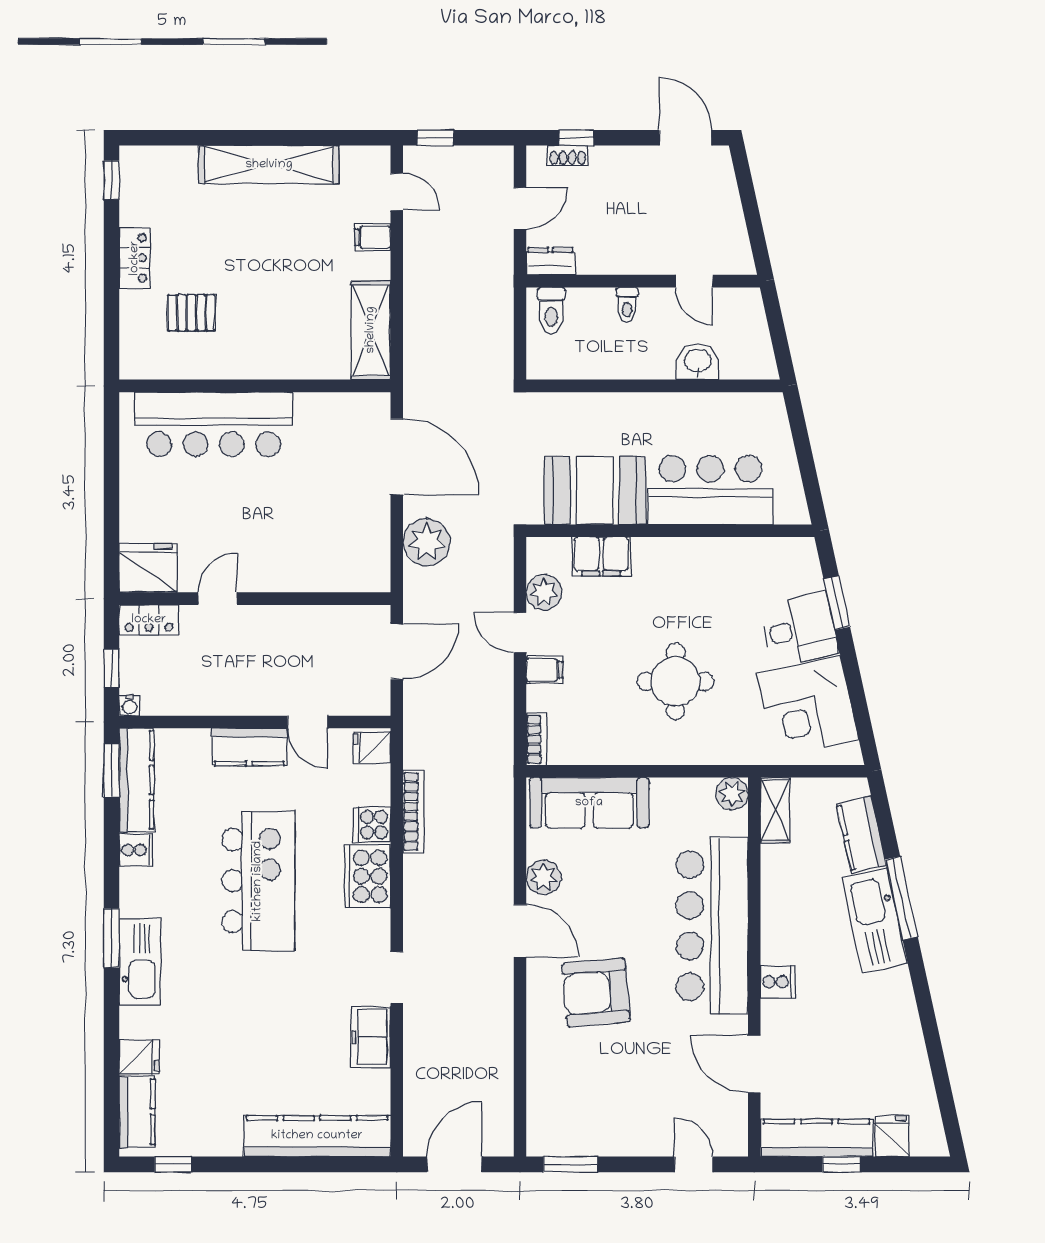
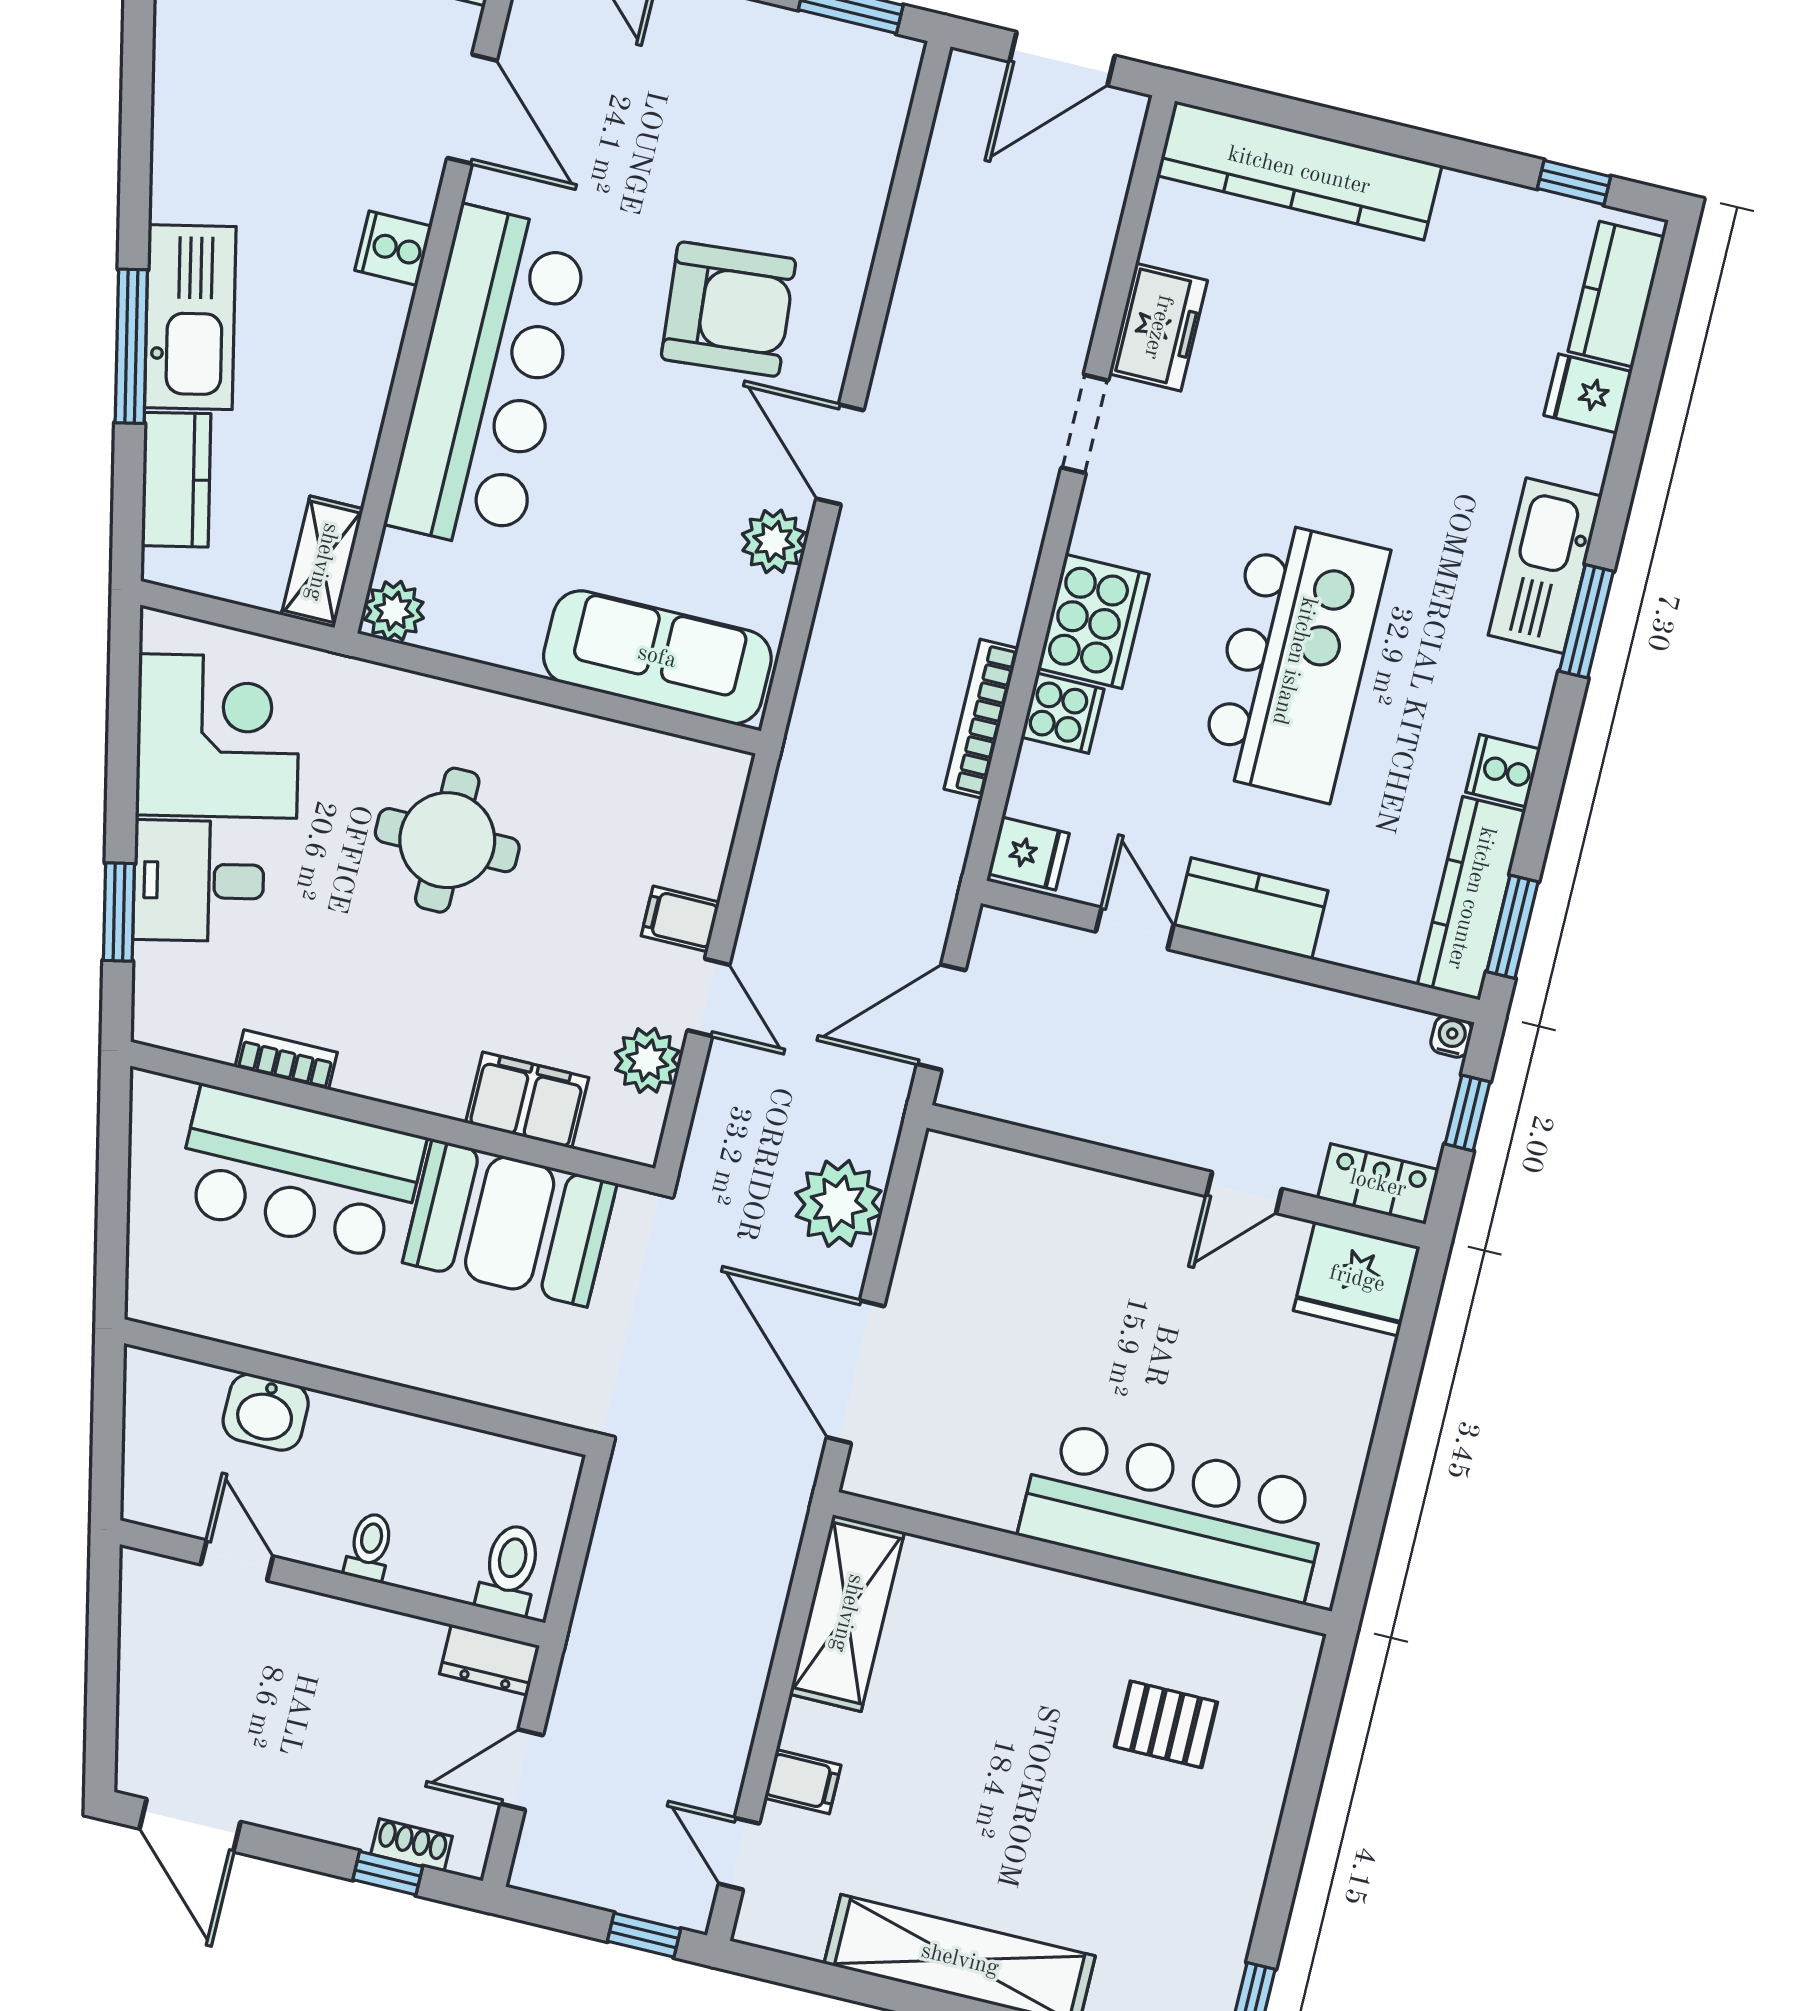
locker: (135, 258) -> (1245, 1849), removed
bookcase: (536, 739) -> (286, 1060), moved, turned 90
kitchen island: (258, 881) -> (1294, 661), turned 180

